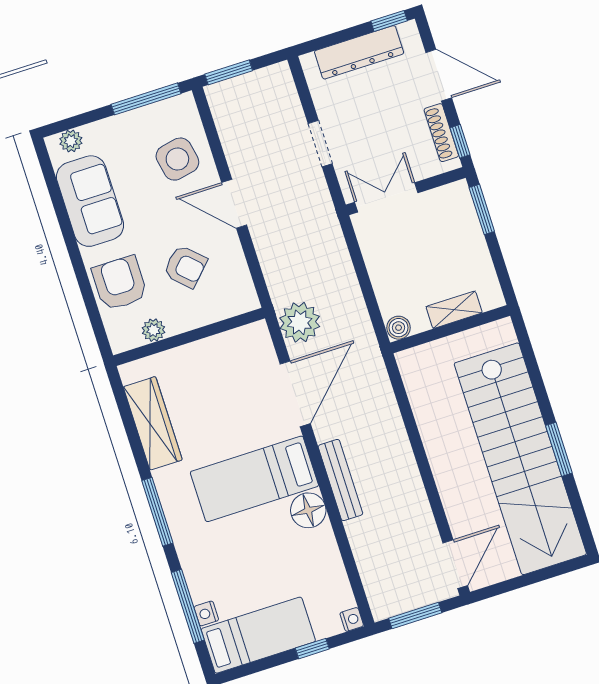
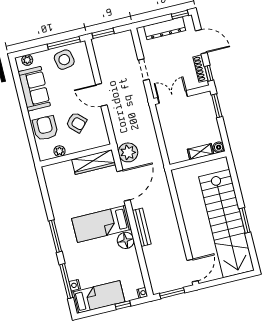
side table: (177, 159) -> (64, 60), moved
boiler: (399, 328) -> (219, 147), moved
wardrobe: (153, 423) -> (94, 162), moved, turned 90

